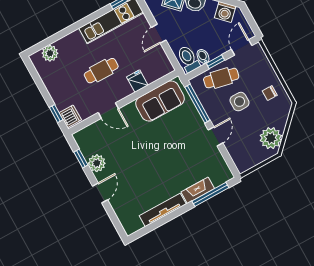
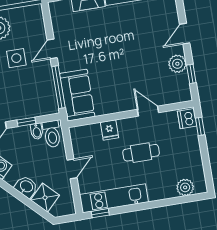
cafe table: (221, 78) -> (26, 104), removed
sofa: (160, 101) -> (77, 95), moved, turned 90
side table: (239, 102) -> (16, 58), moved

